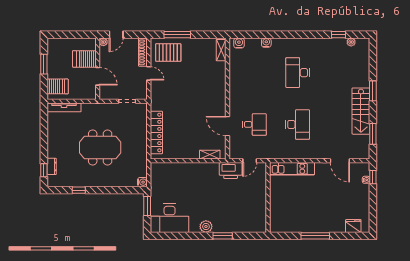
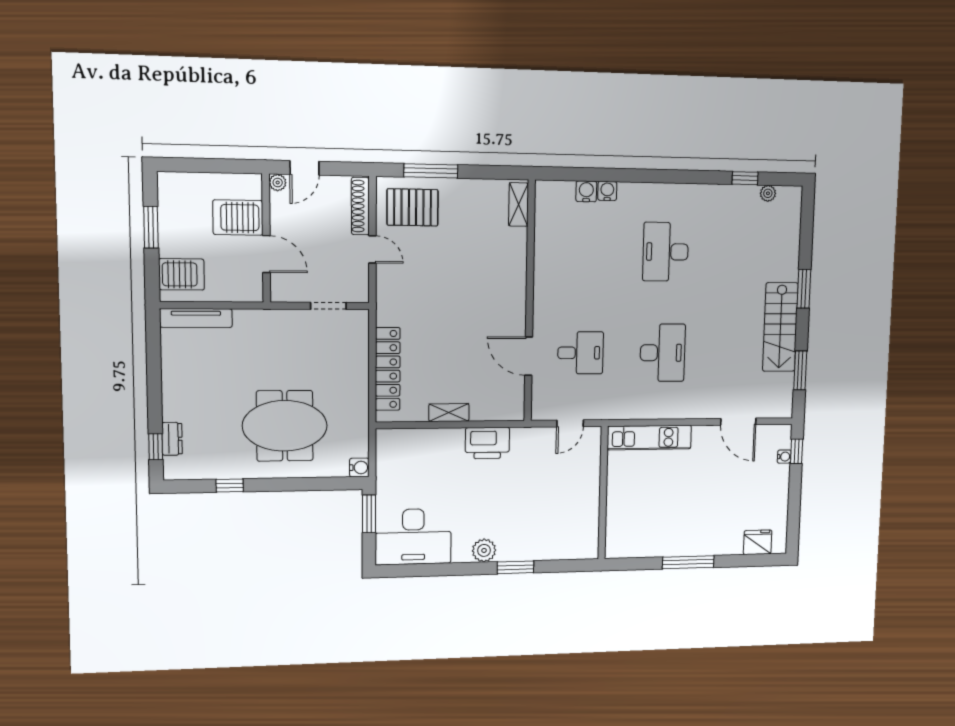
water cooler: (239, 43) -> (586, 191), moved
meeting table: (100, 147) -> (285, 426), moved
shelving: (210, 155) -> (449, 413), moved
printer: (231, 170) -> (487, 443), moved

